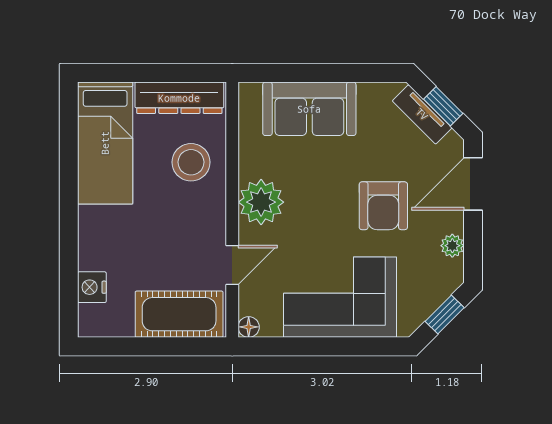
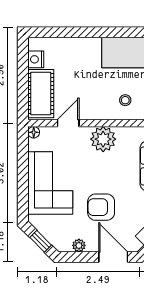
stool: (191, 162) -> (125, 100), width x0.53, depth x0.53
door: (232, 265) -> (68, 123), swing flipped
nightstand: (92, 287) -> (36, 59), moved, turned -90

